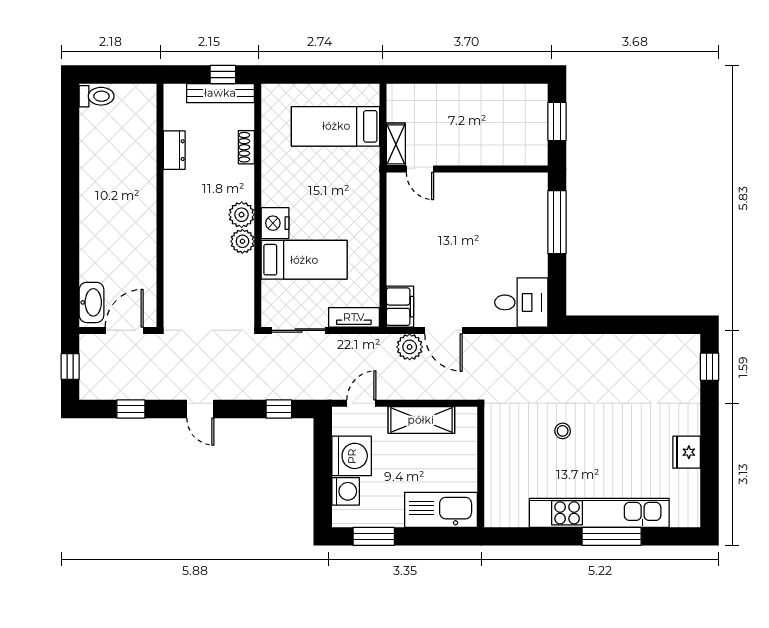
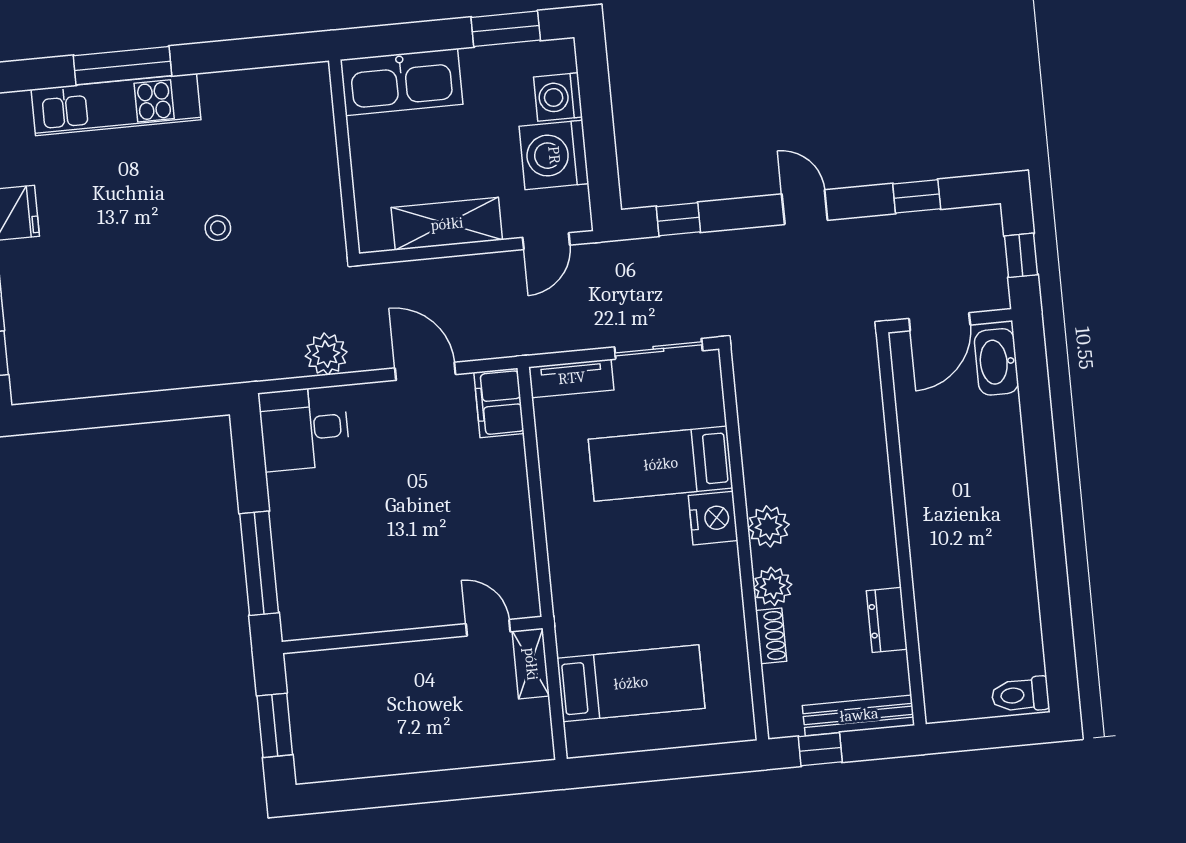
bench: (220, 93) -> (859, 715), moved
plant: (242, 241) -> (773, 586), moved
plant: (410, 347) -> (326, 354), moved
kitchen unit: (599, 513) -> (116, 105), width x0.73

